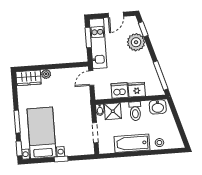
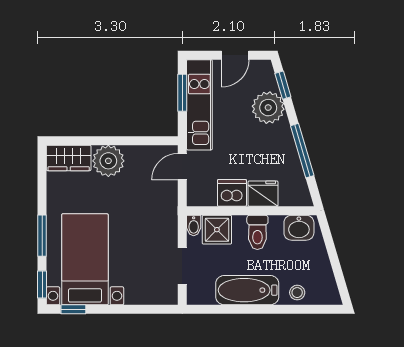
plant: (46, 74) -> (108, 161), width x1.87, depth x1.87
window: (161, 75) -> (302, 151), moved
window: (61, 159) -> (73, 309), moved

